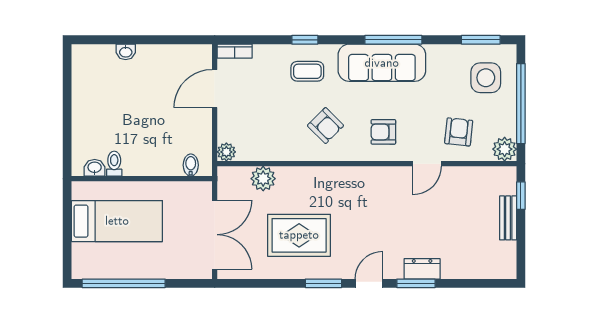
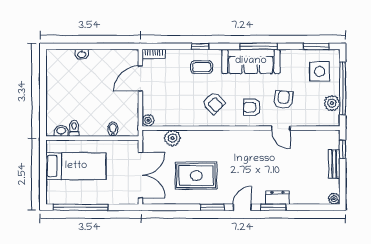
armchair: (459, 132) -> (283, 99), moved
plant: (505, 149) -> (332, 103), moved
door: (427, 164) -> (281, 128), hinge flipped
bidet: (191, 165) -> (113, 129), moved
plant: (508, 270) -> (334, 199), added

